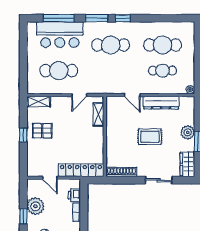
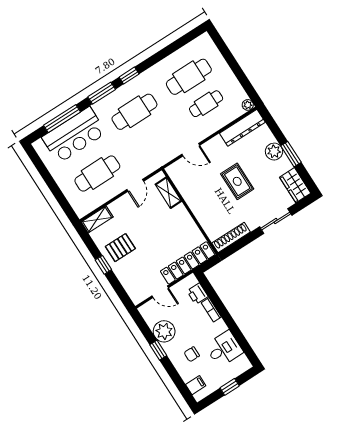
dresser: (161, 103) -> (242, 128), moved
rug: (150, 137) -> (237, 181), turned 90

